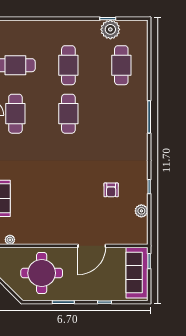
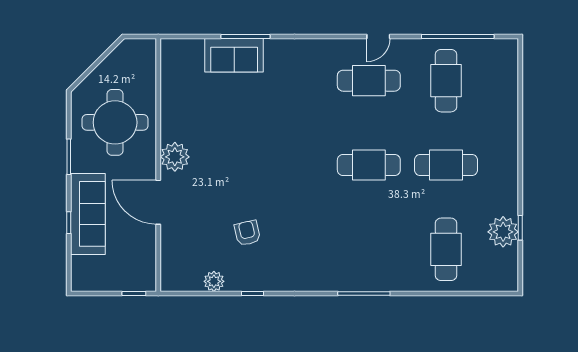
cafe table: (121, 65) -> (446, 249), turned 90
armchair: (111, 190) -> (247, 233), turned 77
plant: (10, 240) -> (175, 157), moved, width x1.87, depth x1.87
sofa: (137, 273) -> (88, 214), moved, turned 90

